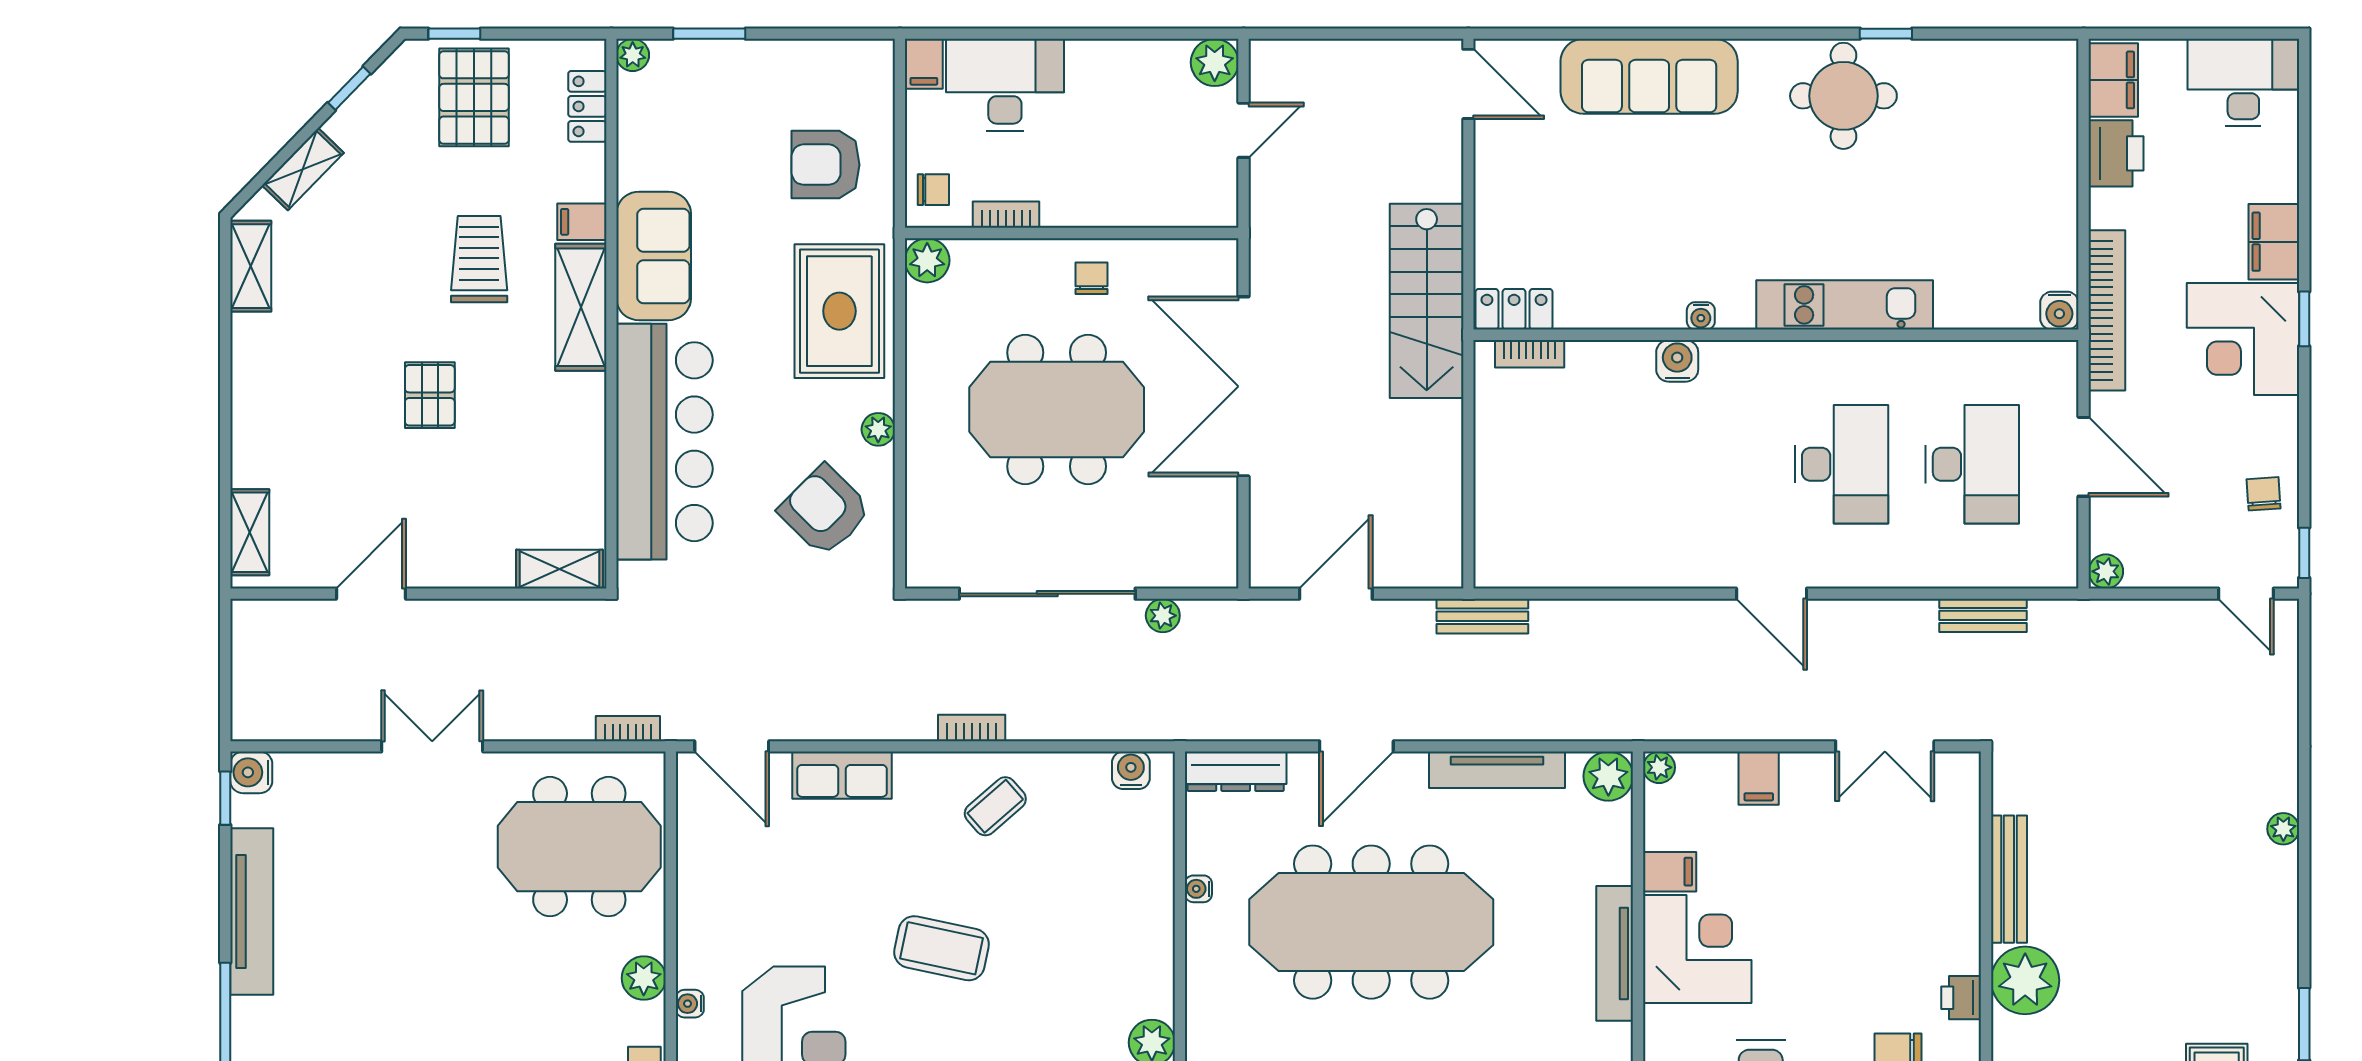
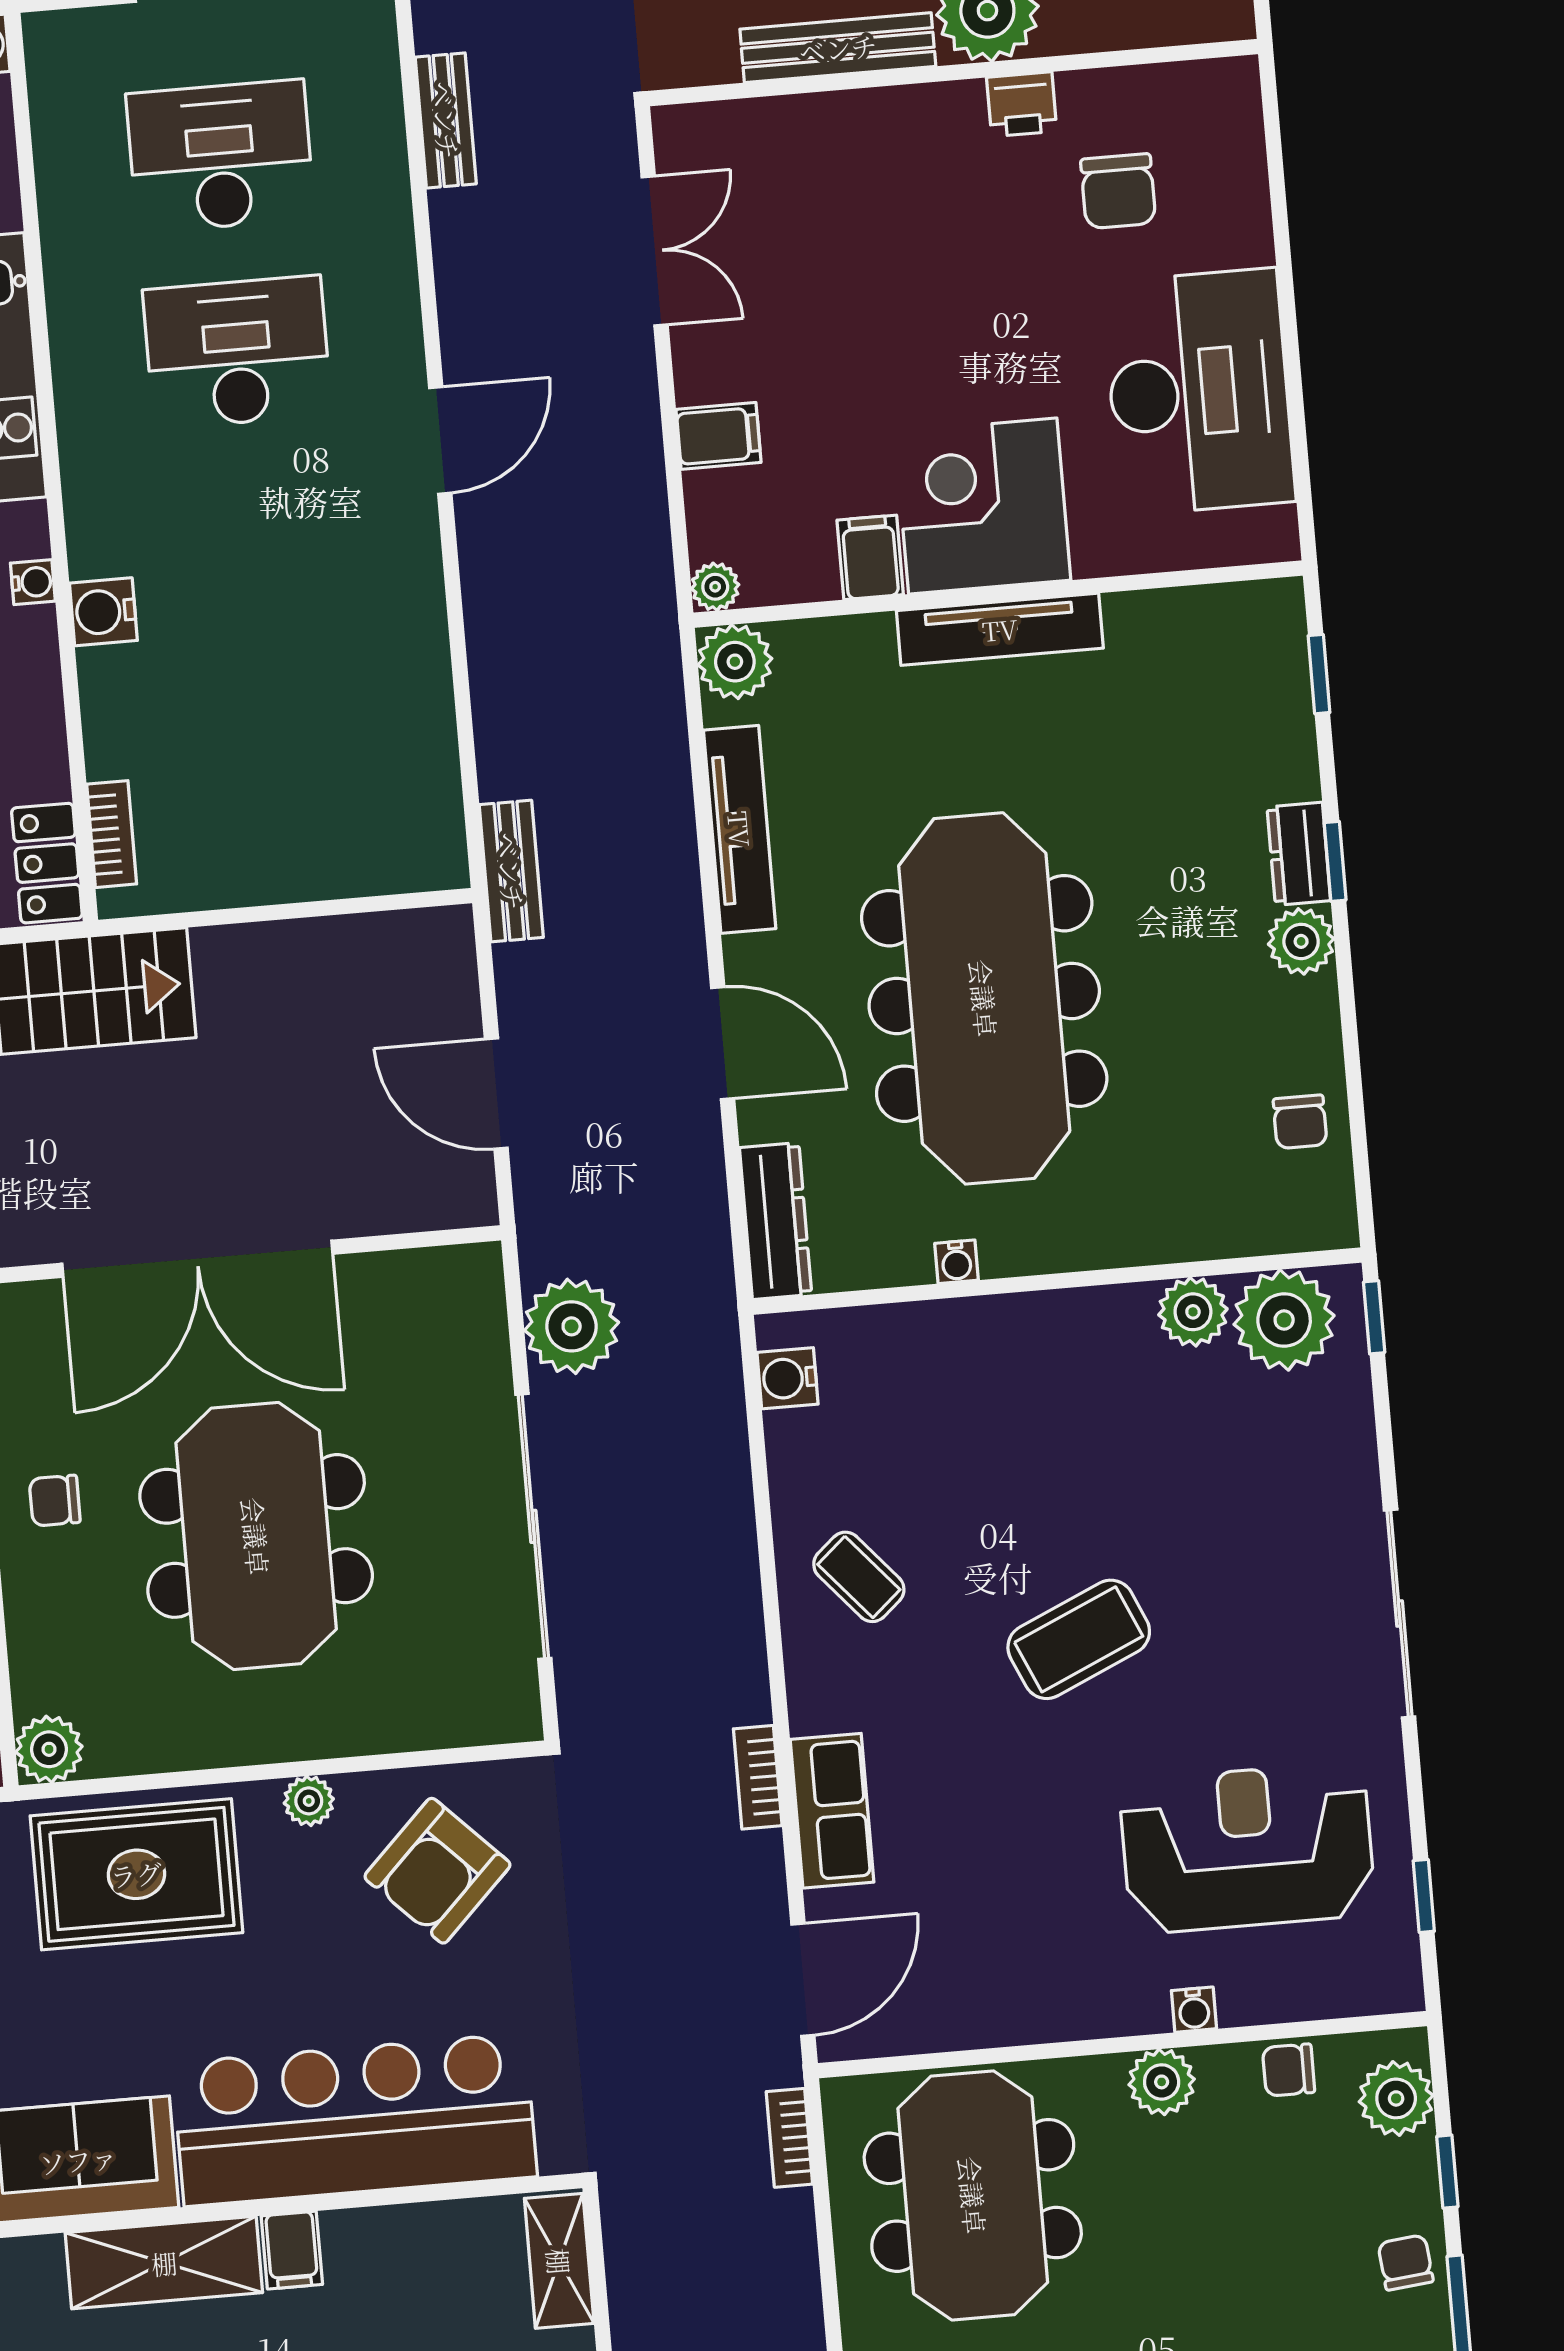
filing cabinet: (582, 222) -> (292, 2250), moved
plant: (1163, 616) -> (572, 1326), width x1.87, depth x1.87
bookcase: (972, 728) -> (758, 1777), moved
coffee table: (941, 948) -> (1079, 1639), turned 54

